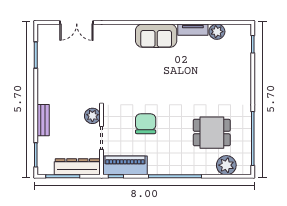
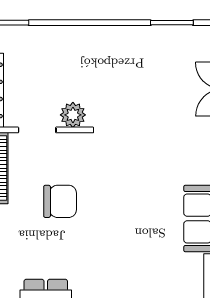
bench: (43, 120) -> (66, 35), removed

